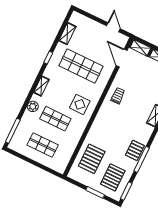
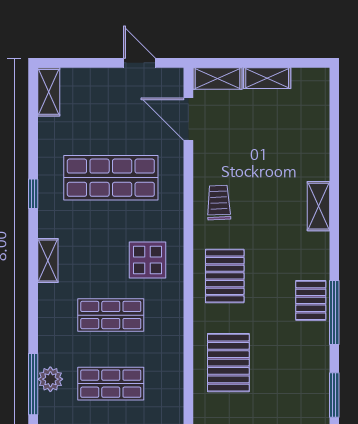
shelving: (67, 34) -> (49, 92), moved
plant: (33, 106) -> (50, 379), moved
pallet: (113, 177) -> (225, 276), moved

